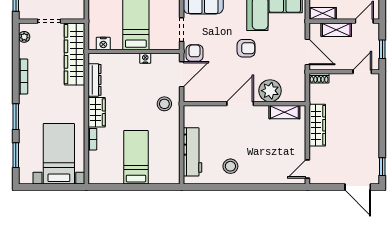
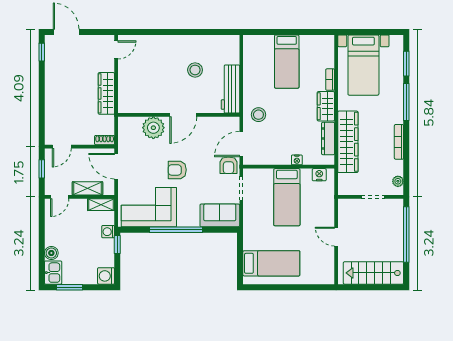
wardrobe: (75, 54) -> (348, 142), moved
nightstand: (145, 58) -> (297, 160), moved
shelving: (284, 112) -> (139, 106), removed
window: (16, 117) -> (406, 102), width x1.44
workbench: (193, 152) -> (230, 89), moved
stool: (230, 166) -> (195, 70), moved

